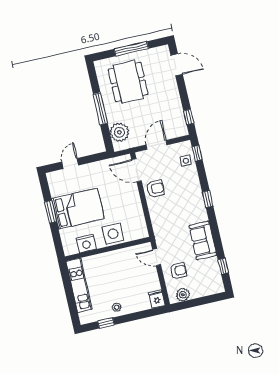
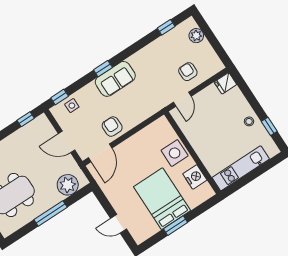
sofa: (203, 240) -> (115, 79), moved
plant: (183, 295) -> (196, 36), moved

